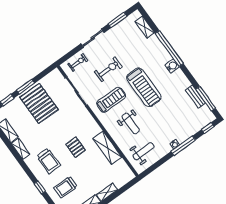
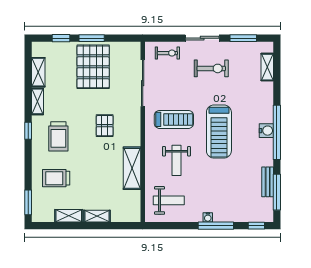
window: (169, 48) -> (277, 132), moved
exercise bike: (108, 69) -> (211, 68), moved
pallet: (76, 147) -> (105, 126), moved
window: (40, 187) -> (28, 131), moved

